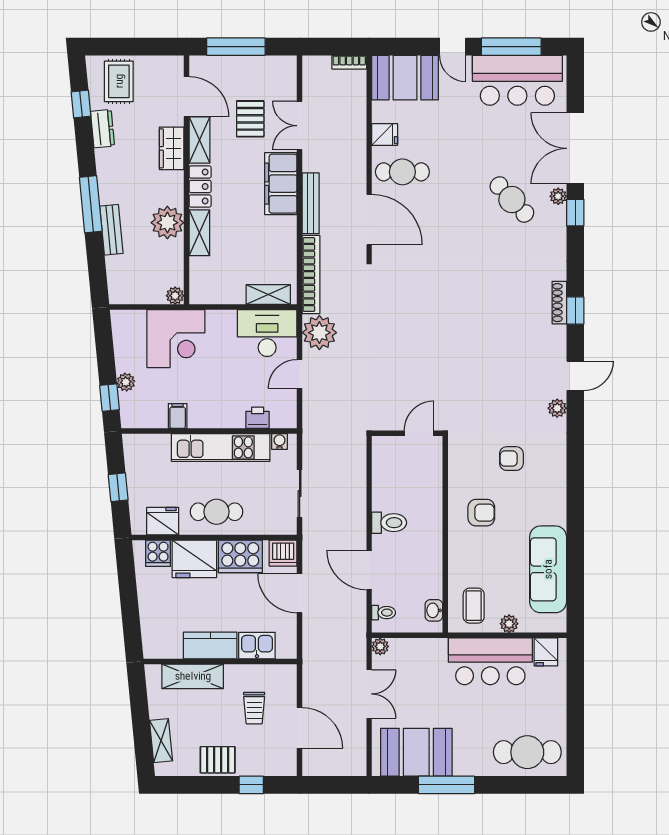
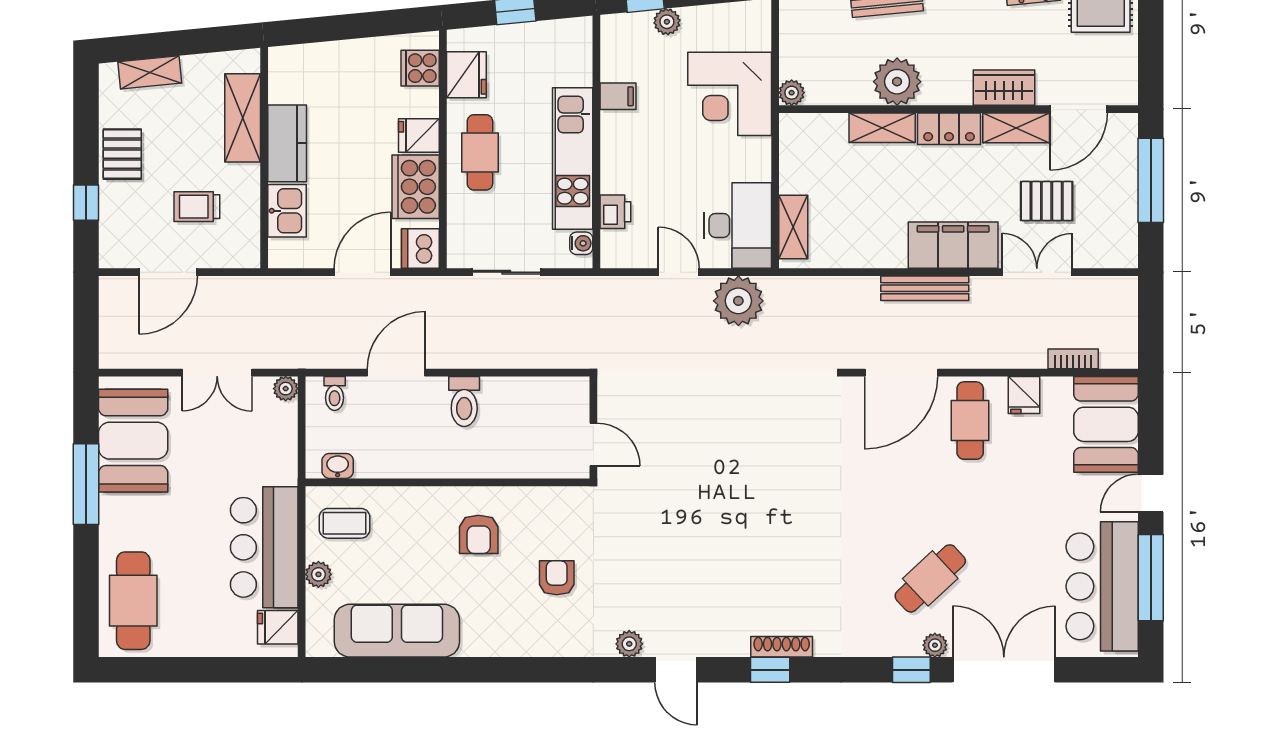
bookcase: (349, 62) -> (1073, 359), moved, turned 90
bookcase: (311, 275) -> (822, 289), removed
fridge: (194, 559) -> (419, 136), width x0.53, depth x0.75

